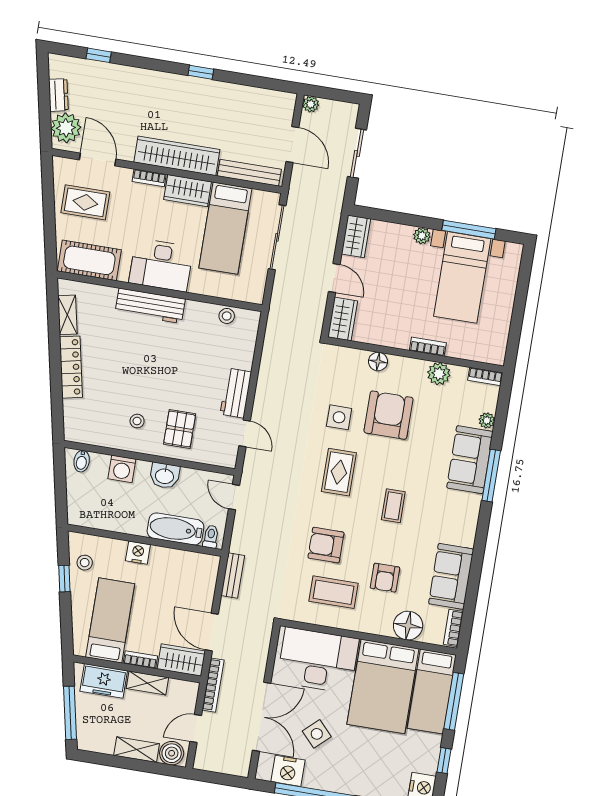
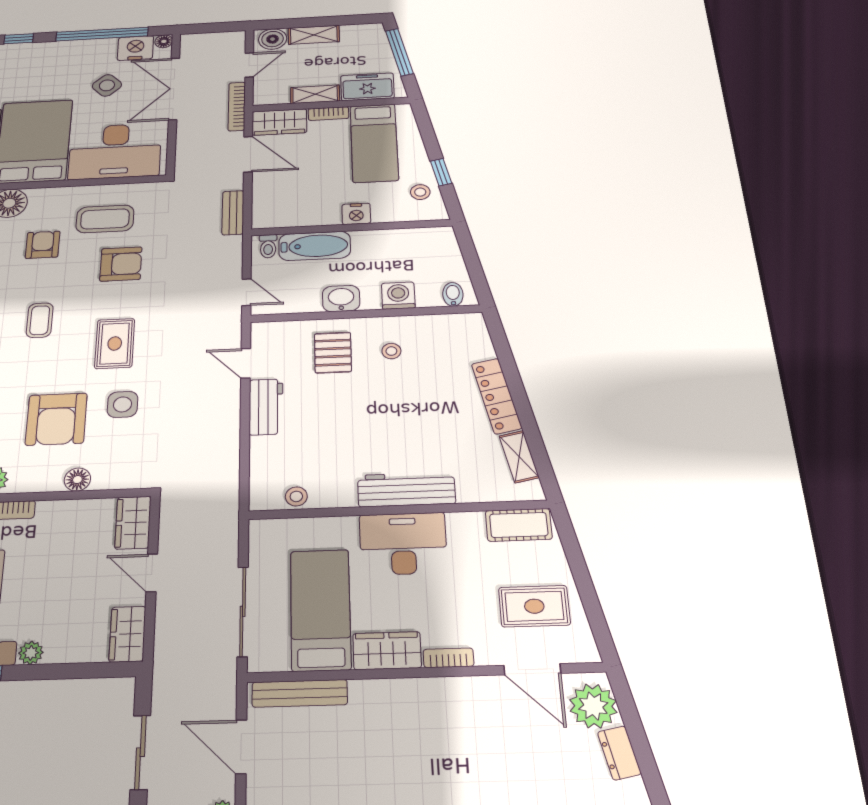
wardrobe: (177, 156) -> (414, 697), removed
cot: (89, 260) -> (519, 525), width x0.73, depth x0.75
floor lamp: (263, 773) -> (164, 41), added

